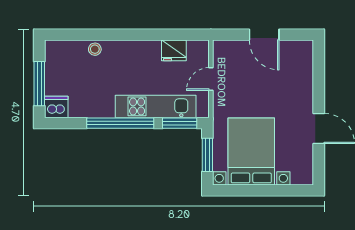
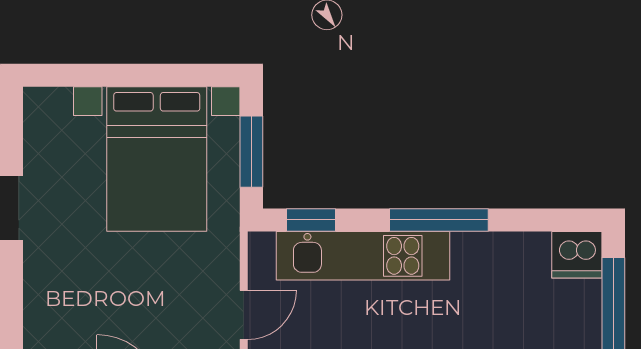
window: (120, 123) -> (439, 220), width x0.68
window: (180, 123) -> (311, 220), width x0.67

